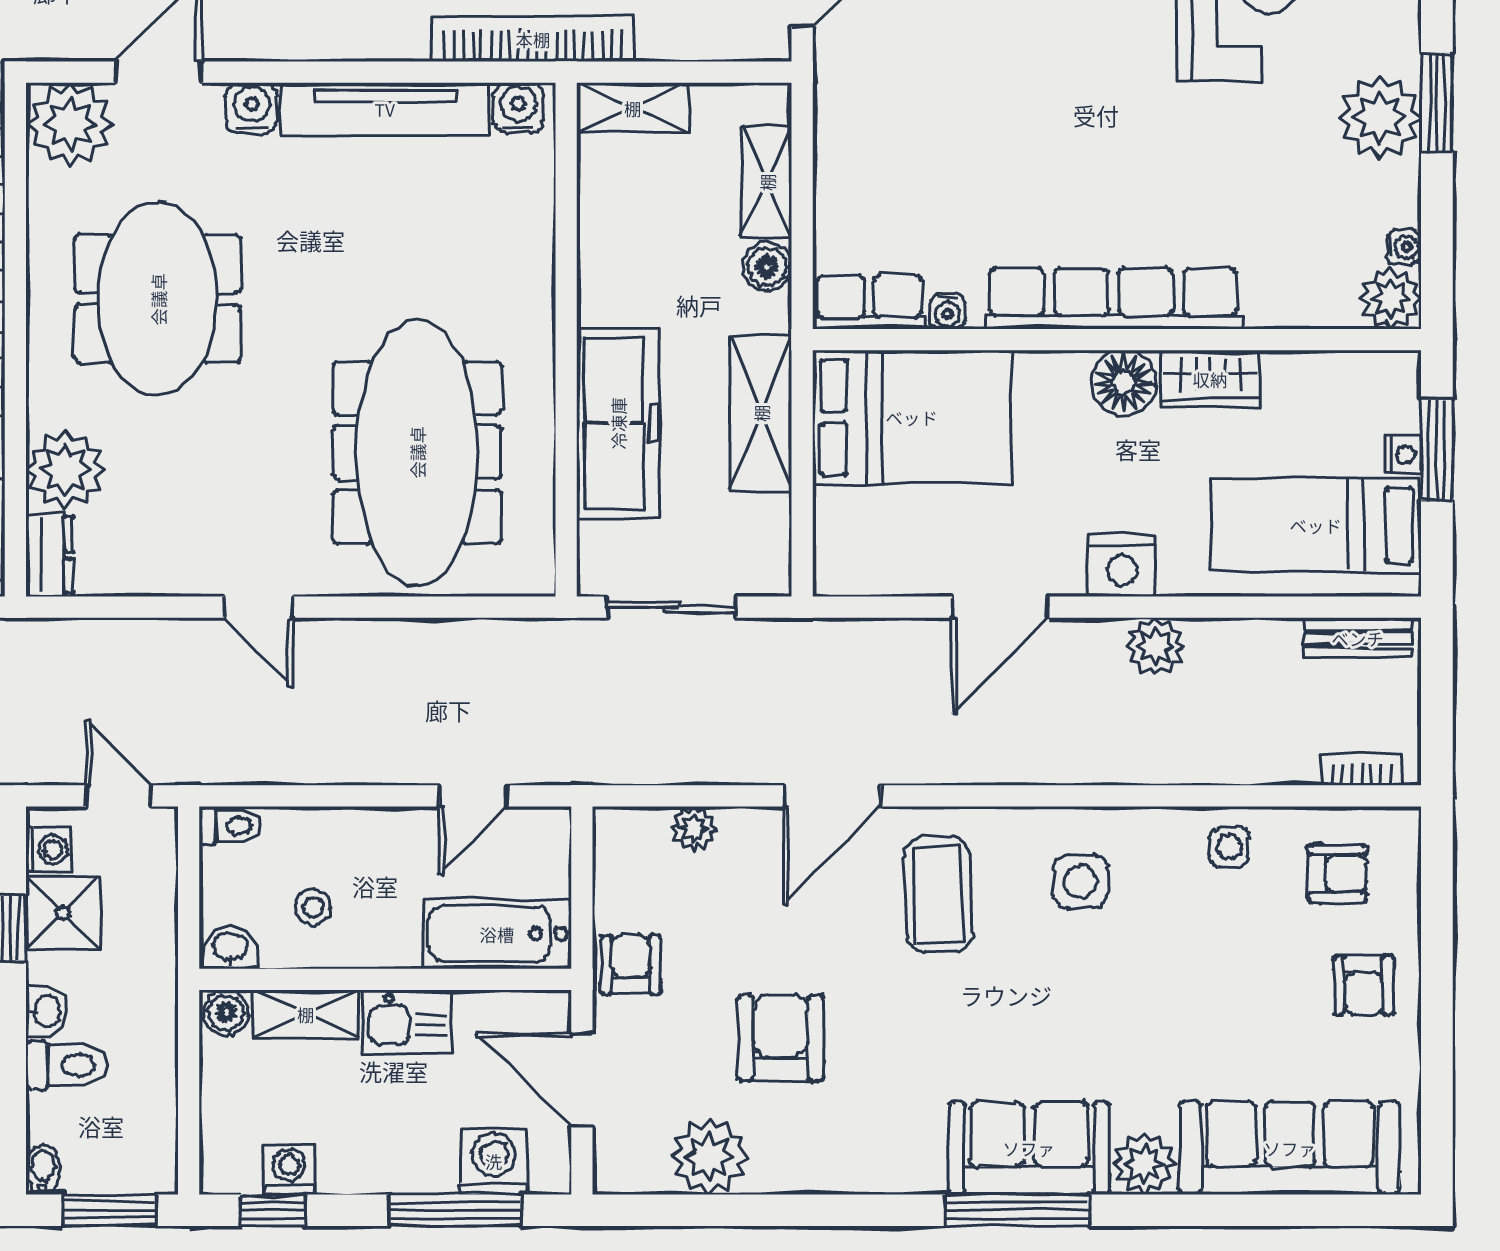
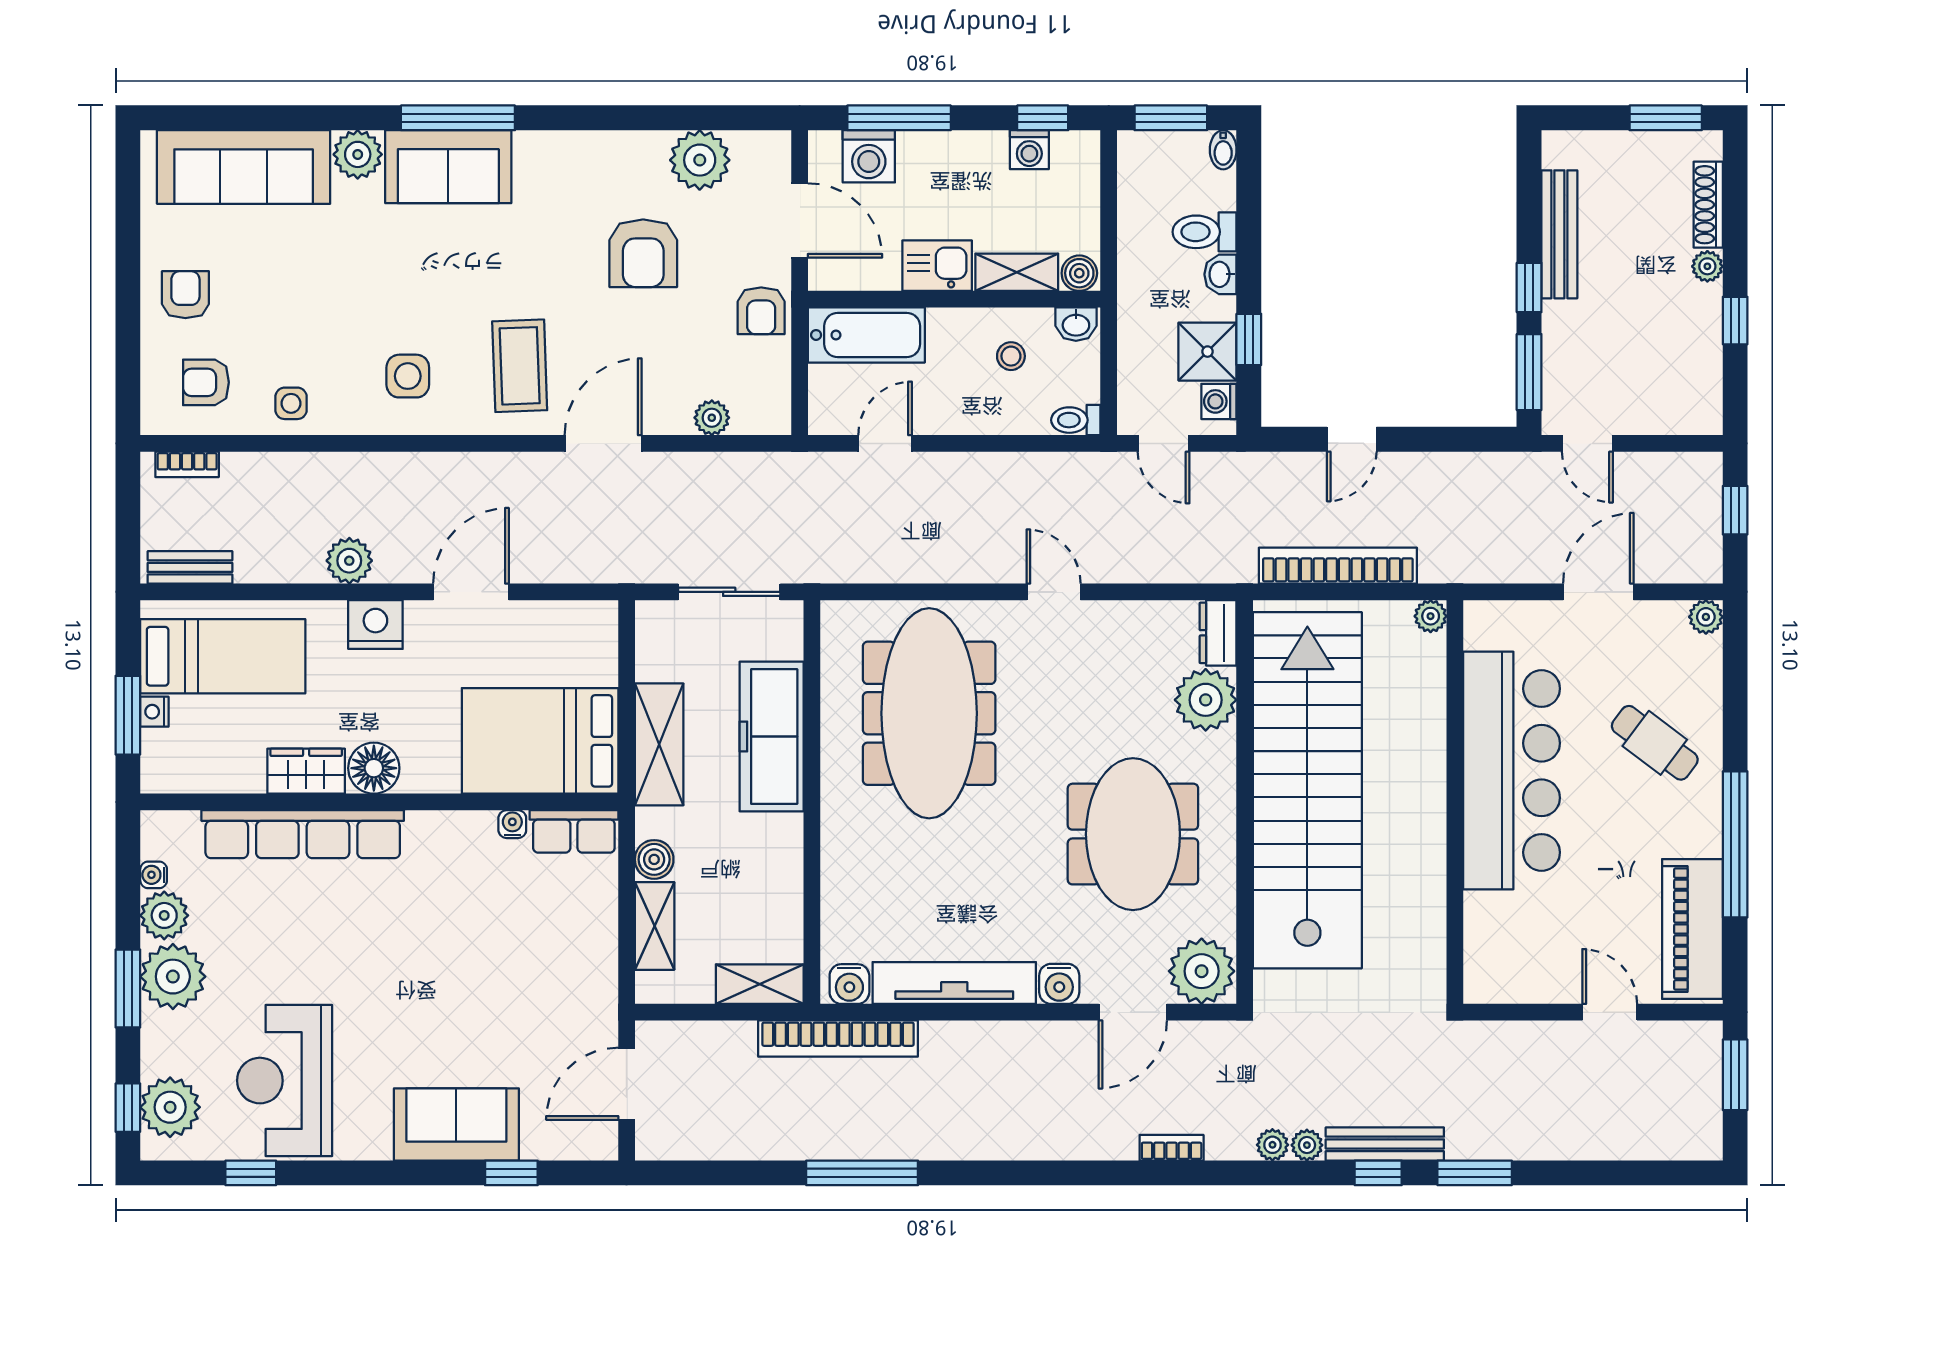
row of seats: (1113, 299) -> (303, 834), moved
plant: (1391, 299) -> (164, 915), moved

